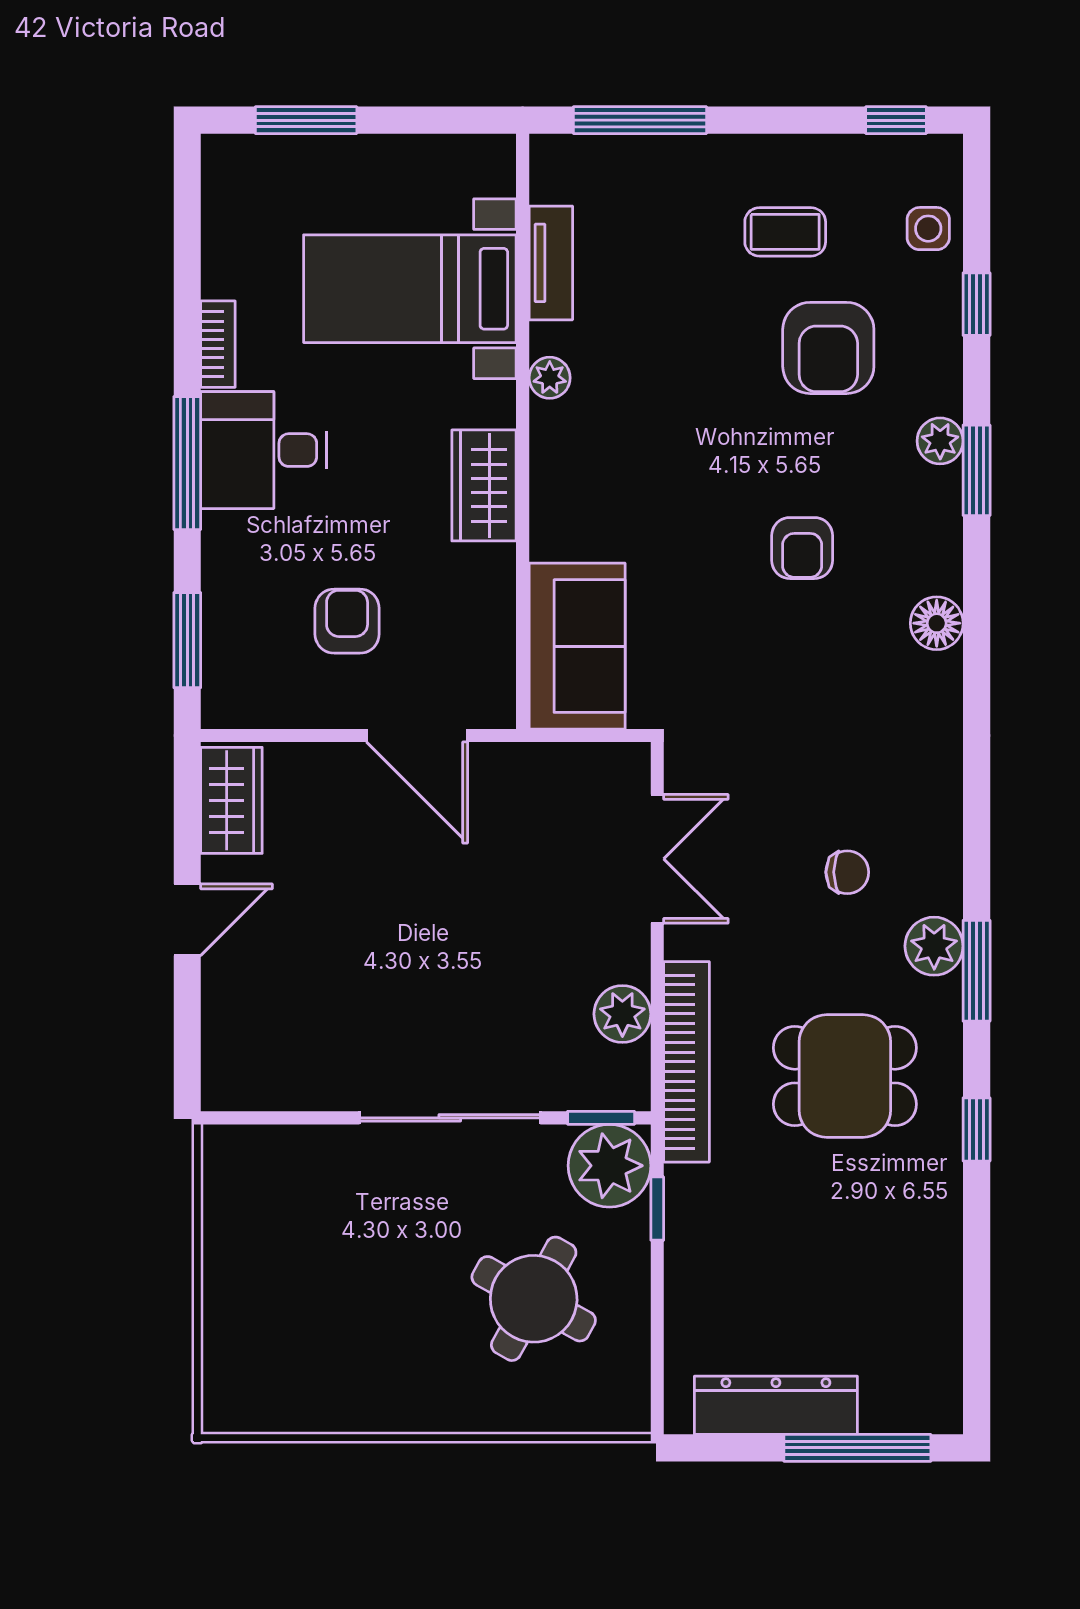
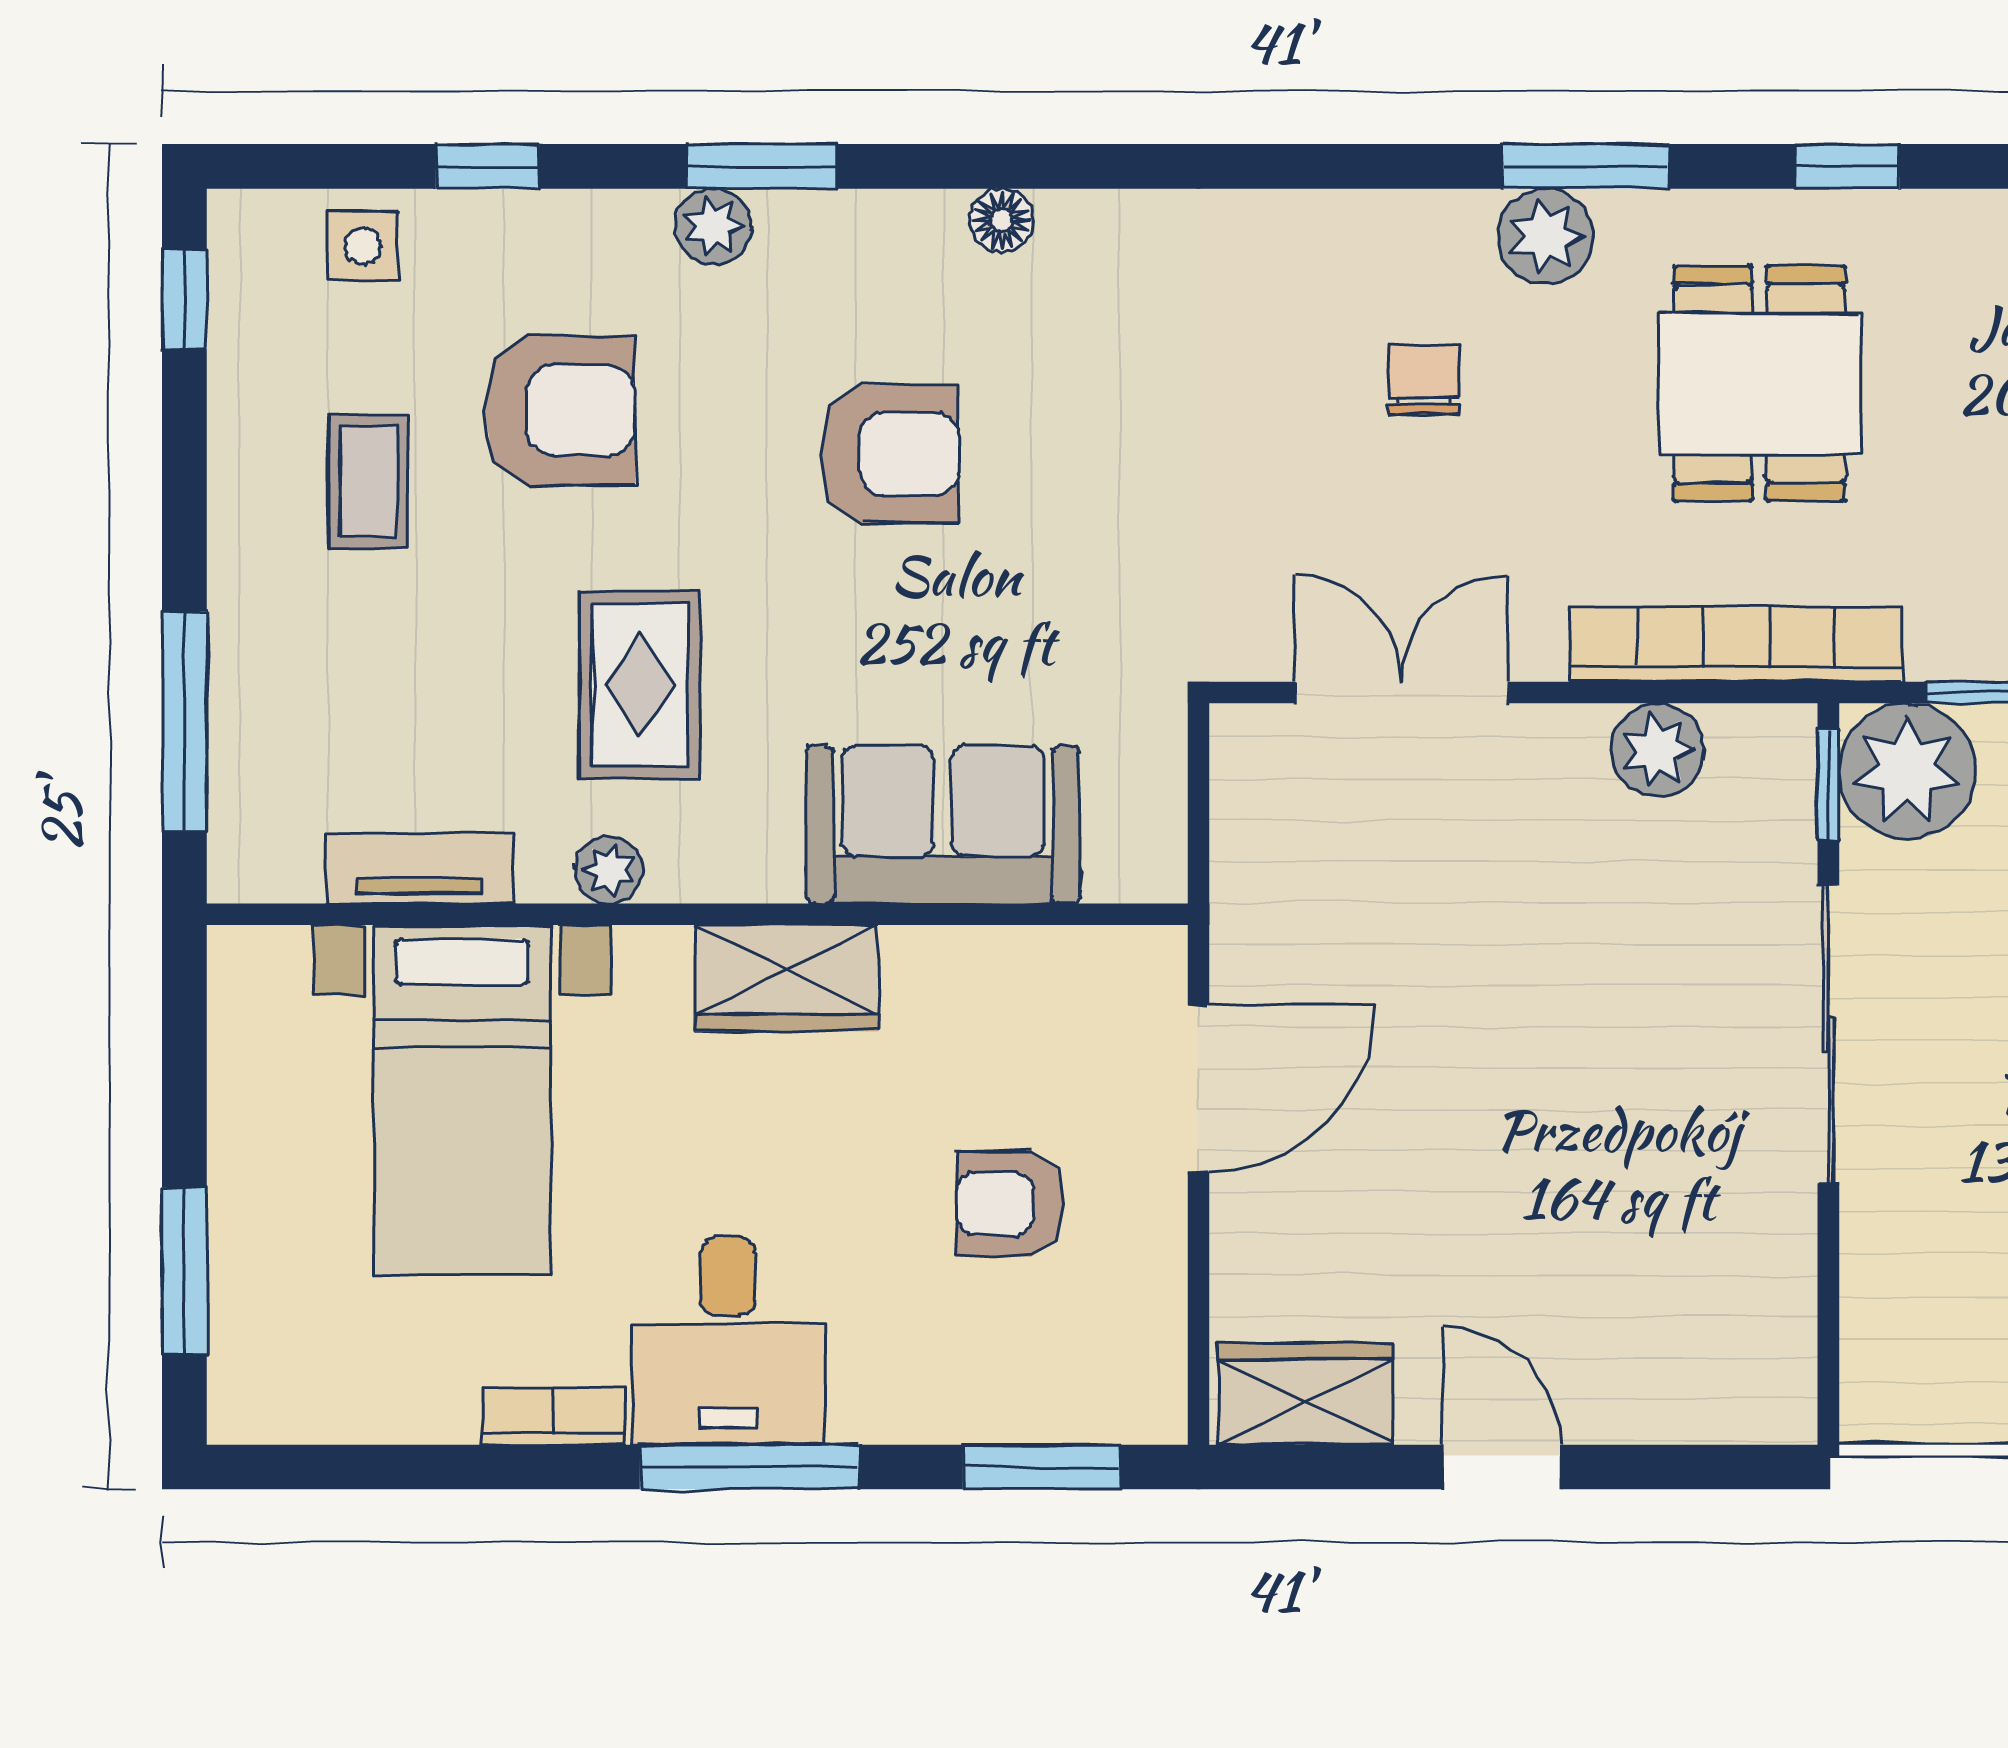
rug: (662, 396) -> (640, 685), added
armchair: (802, 548) -> (889, 454), width x1.38, depth x1.38
floor lamp: (937, 623) -> (1002, 220), width x0.73, depth x0.73
sofa: (577, 646) -> (943, 825), moved

